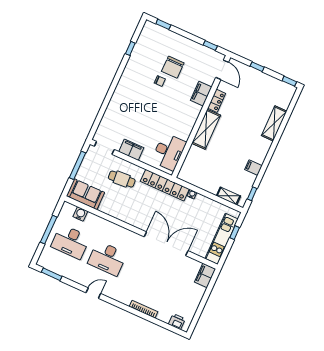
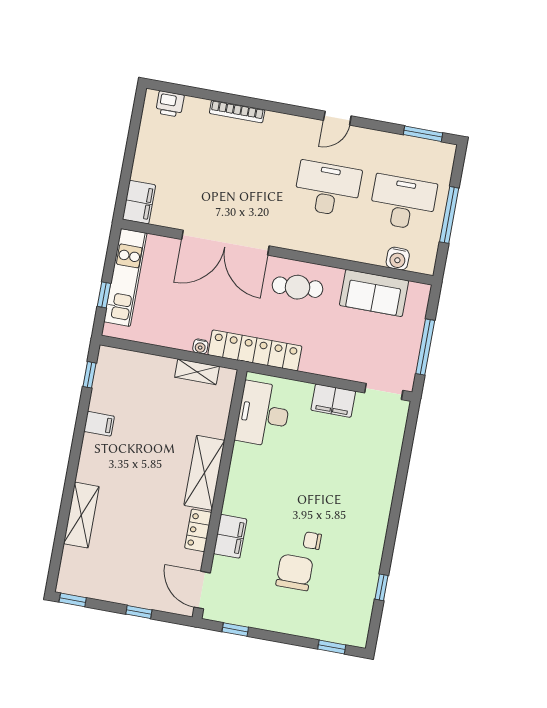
cafe table: (122, 179) -> (298, 287), moved
sofa: (85, 194) -> (374, 293), moved
shelving: (228, 196) -> (197, 372), moved

